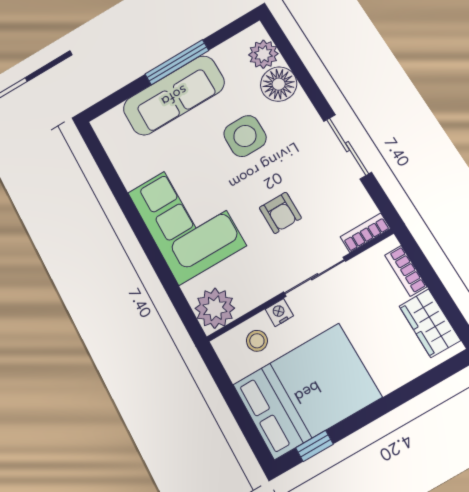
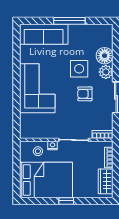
plant: (263, 54) -> (106, 72), moved
sofa: (174, 95) -> (44, 34), moved
armchair: (280, 213) -> (85, 94), moved, turned 90
plant: (215, 308) -> (29, 130), removed
window: (314, 446) -> (66, 201), moved

